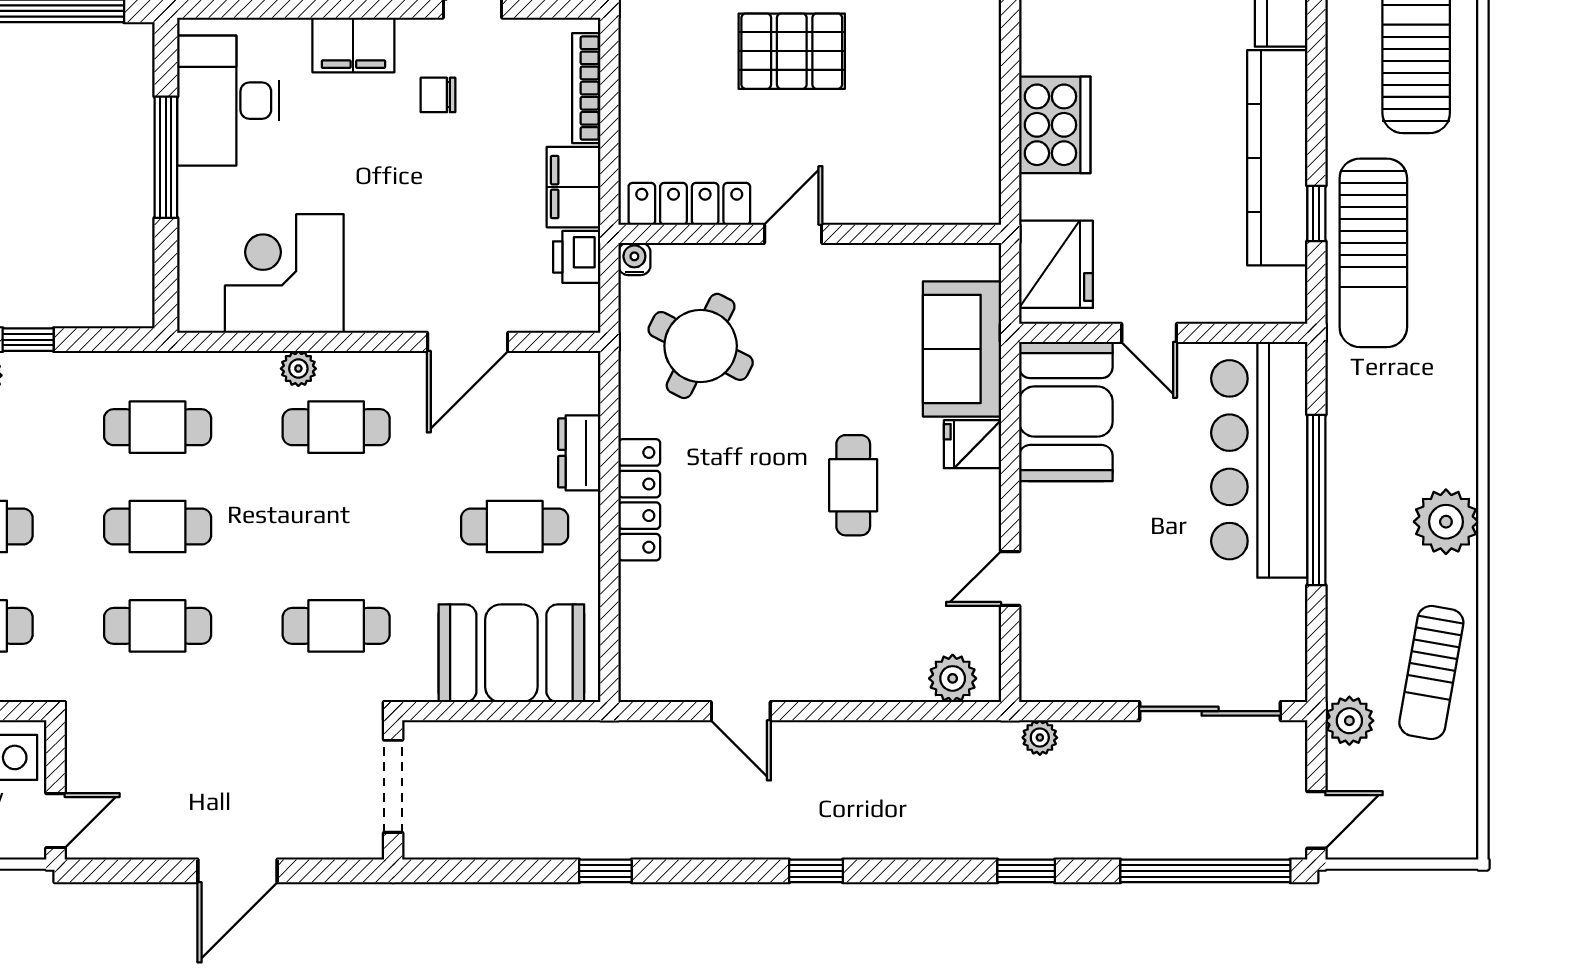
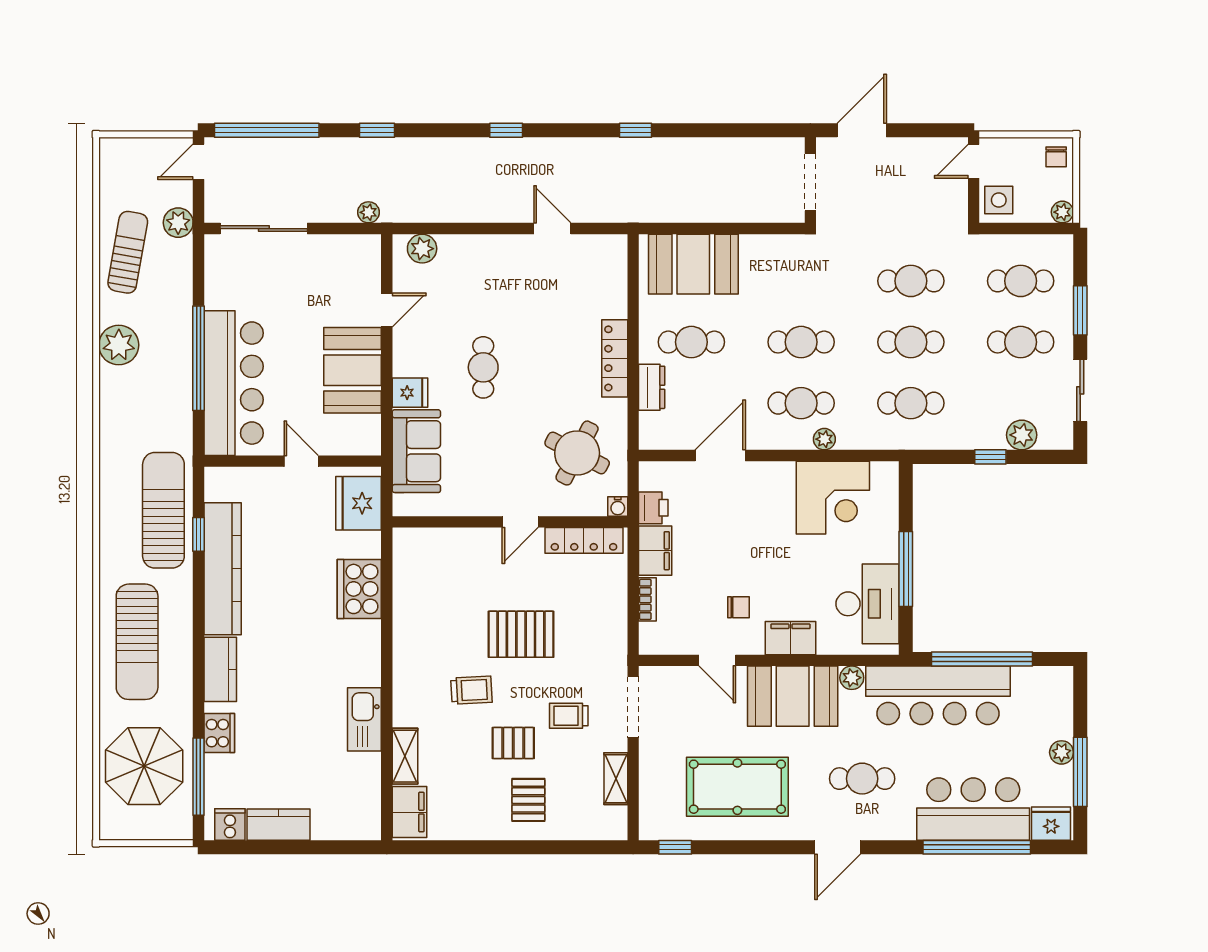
bookcase: (586, 88) -> (647, 599), width x0.64
booth: (1066, 412) -> (353, 370), moved
cafe table: (336, 626) -> (801, 342), moved
doorway: (393, 786) -> (810, 182), moved
wall: (393, 790) -> (810, 180), moved

